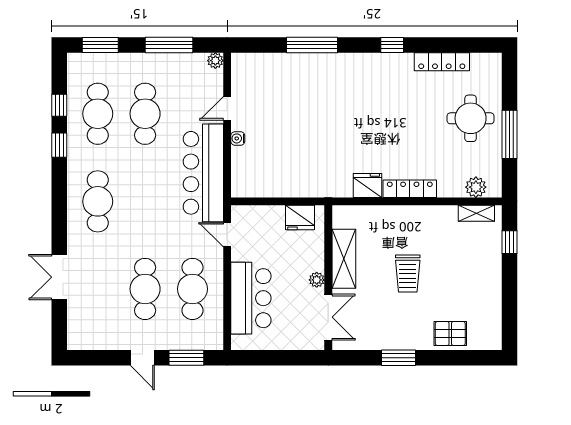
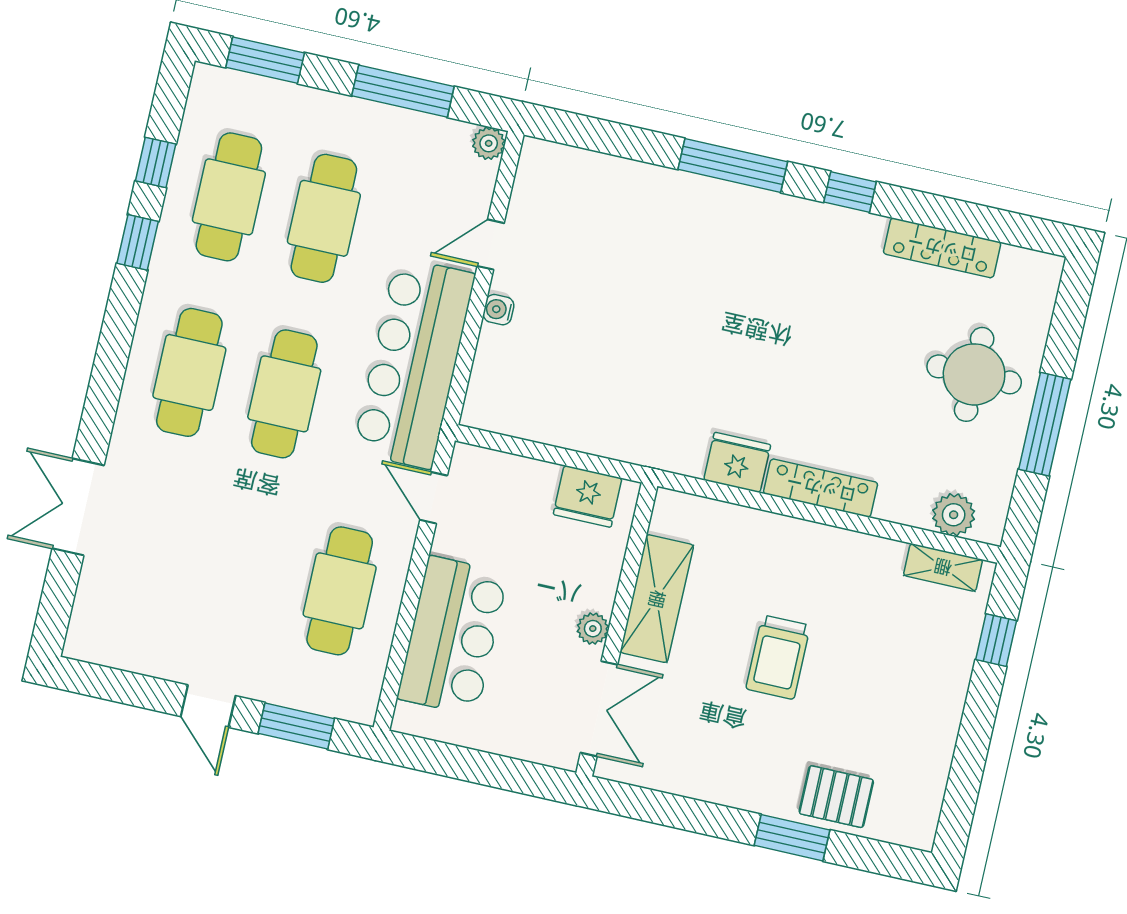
window: (312, 45) -> (733, 165), moved
cafe table: (145, 289) -> (284, 394), moved
window: (398, 358) -> (792, 838), moved

